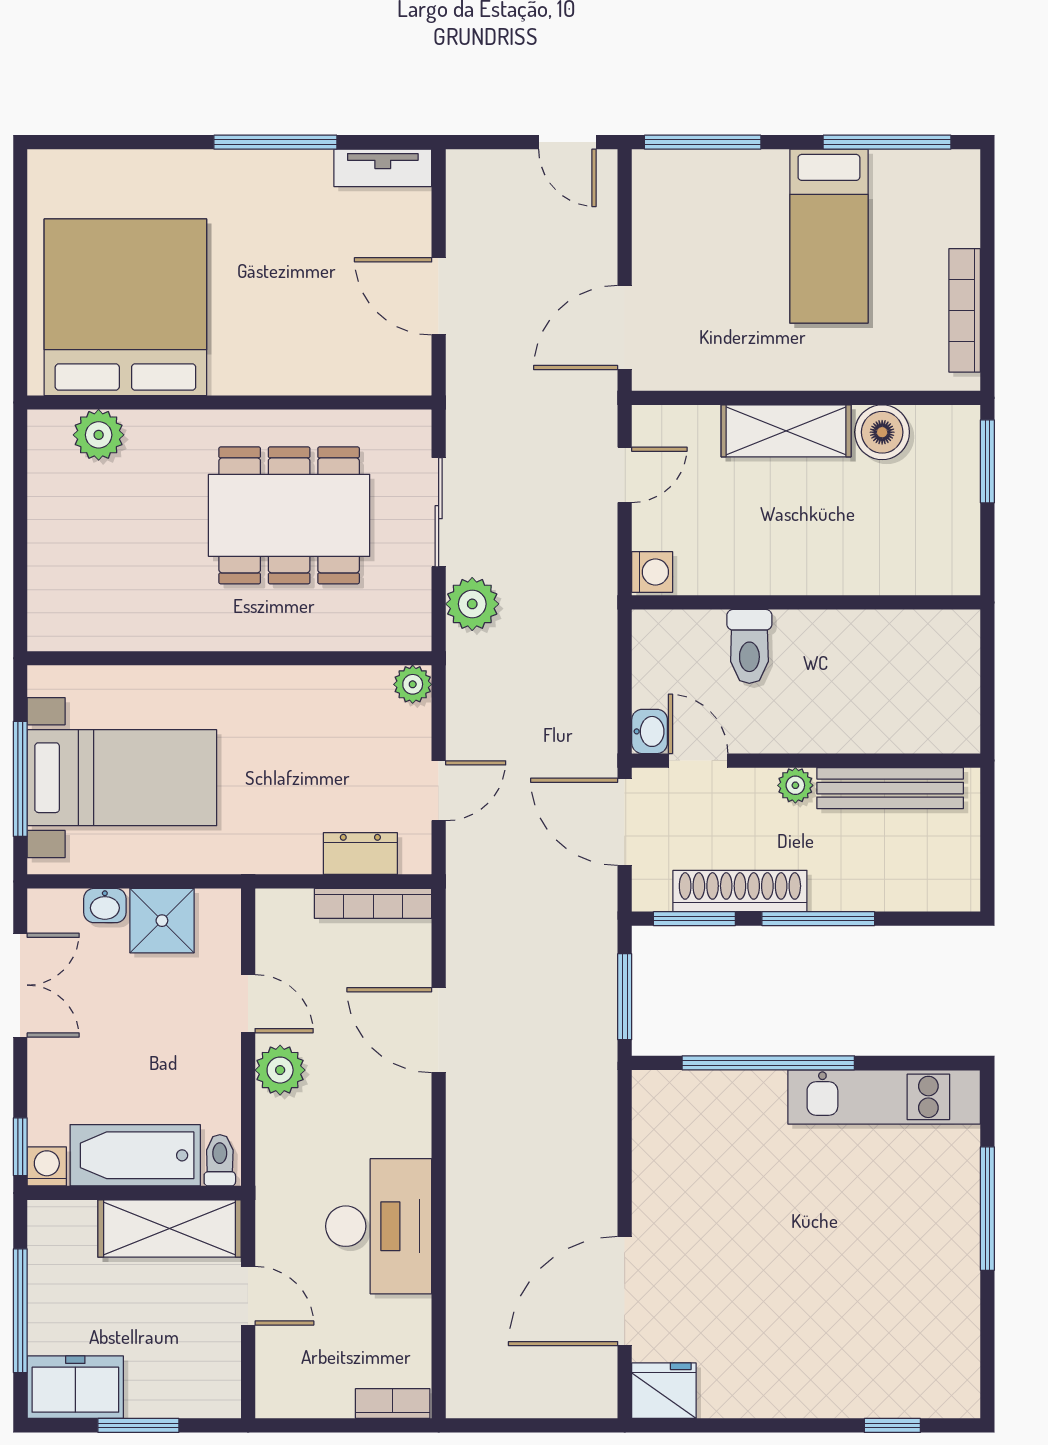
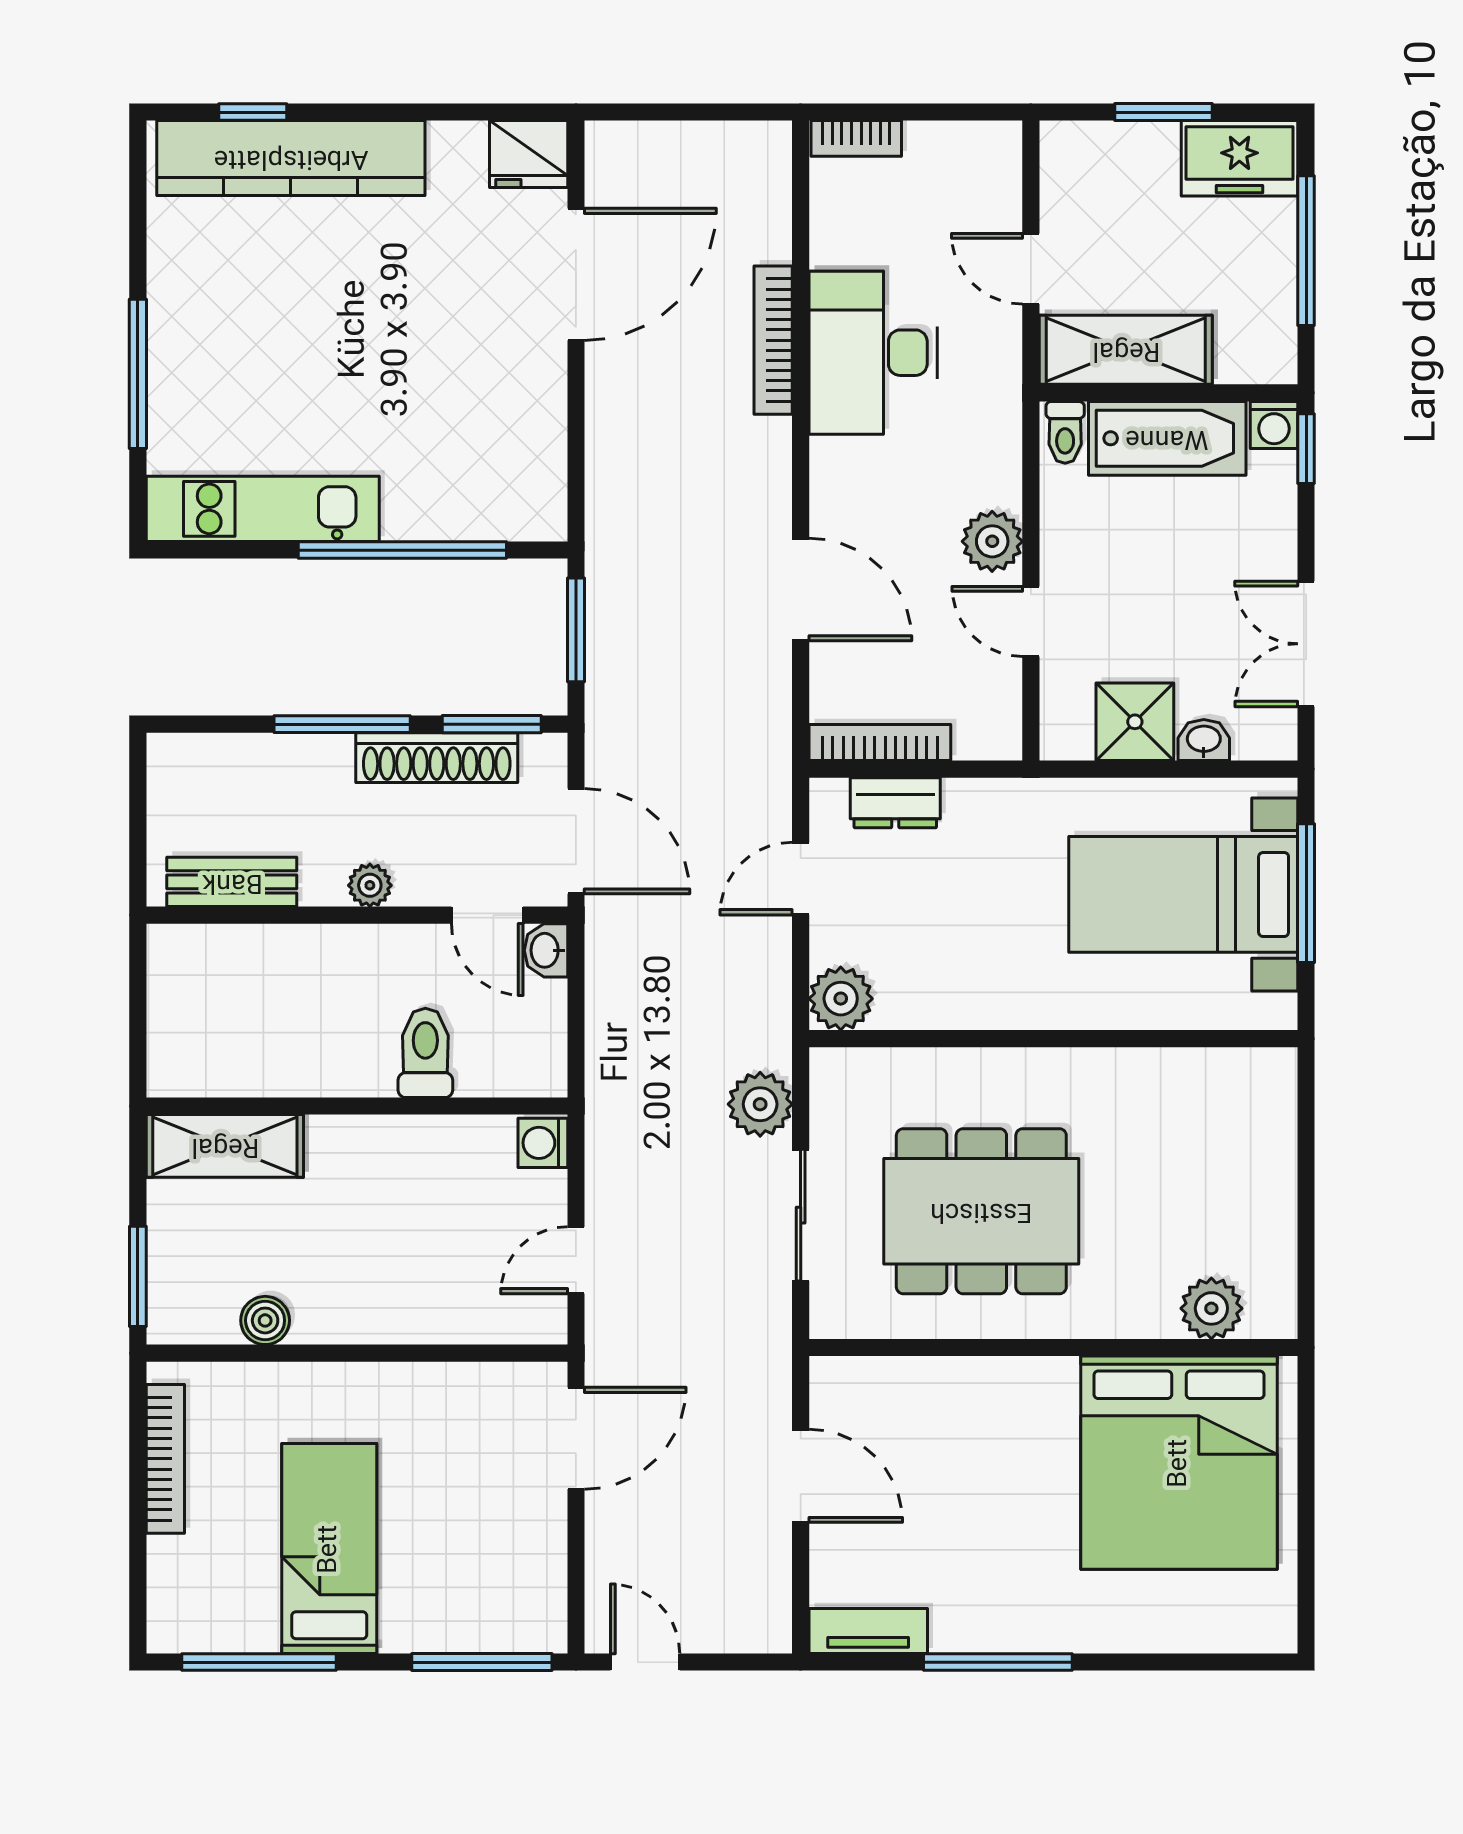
shelving: (786, 431) -> (225, 1146), moved
boiler: (882, 432) -> (265, 1320), width x0.73, depth x0.73
plant: (413, 684) -> (841, 999), width x1.38, depth x1.38
bench: (890, 788) -> (232, 882), width x0.73
bookcase: (461, 1237) -> (773, 340), added
kitchen counter: (861, 1387) -> (291, 158), added

